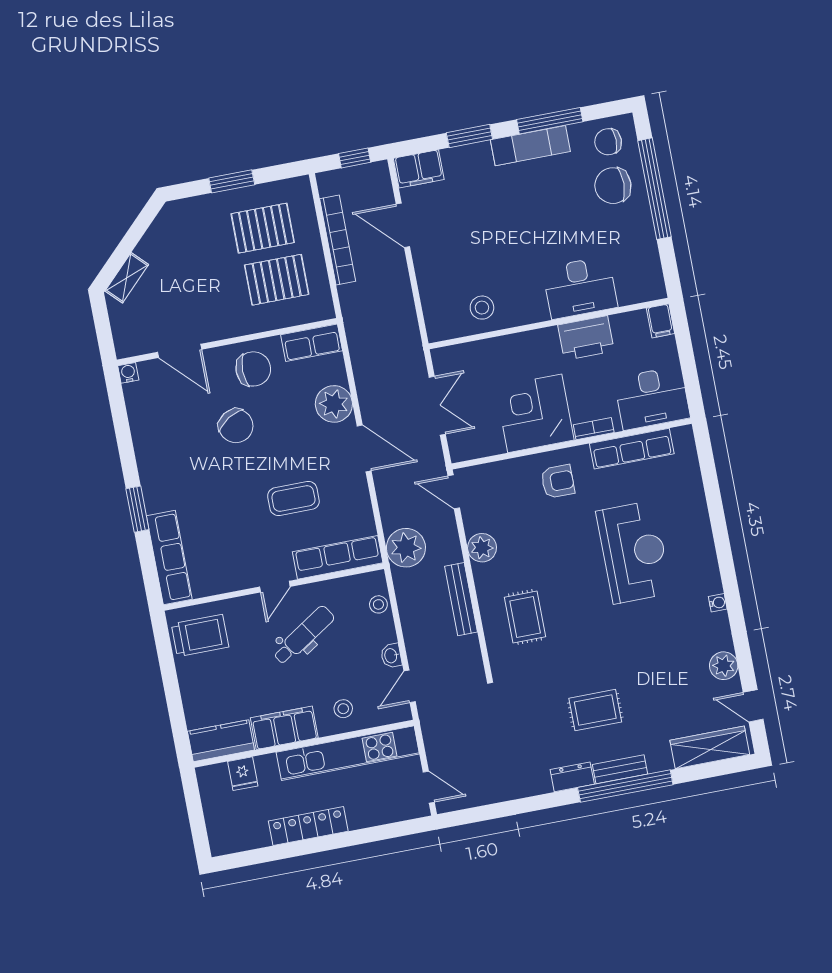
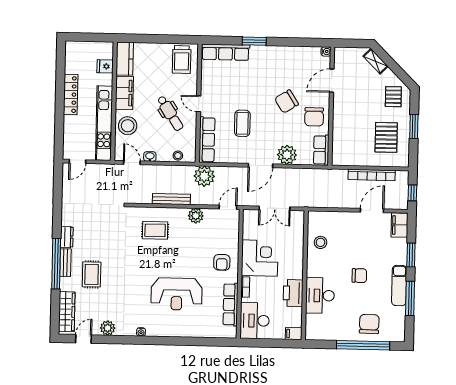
chair: (608, 142) -> (359, 276), moved, turned 90
pallet: (277, 280) -> (393, 97), moved, width x0.67, depth x0.71
stool: (343, 709) -> (128, 126), width x1.89, depth x1.89
rug: (595, 710) -> (92, 274), moved

